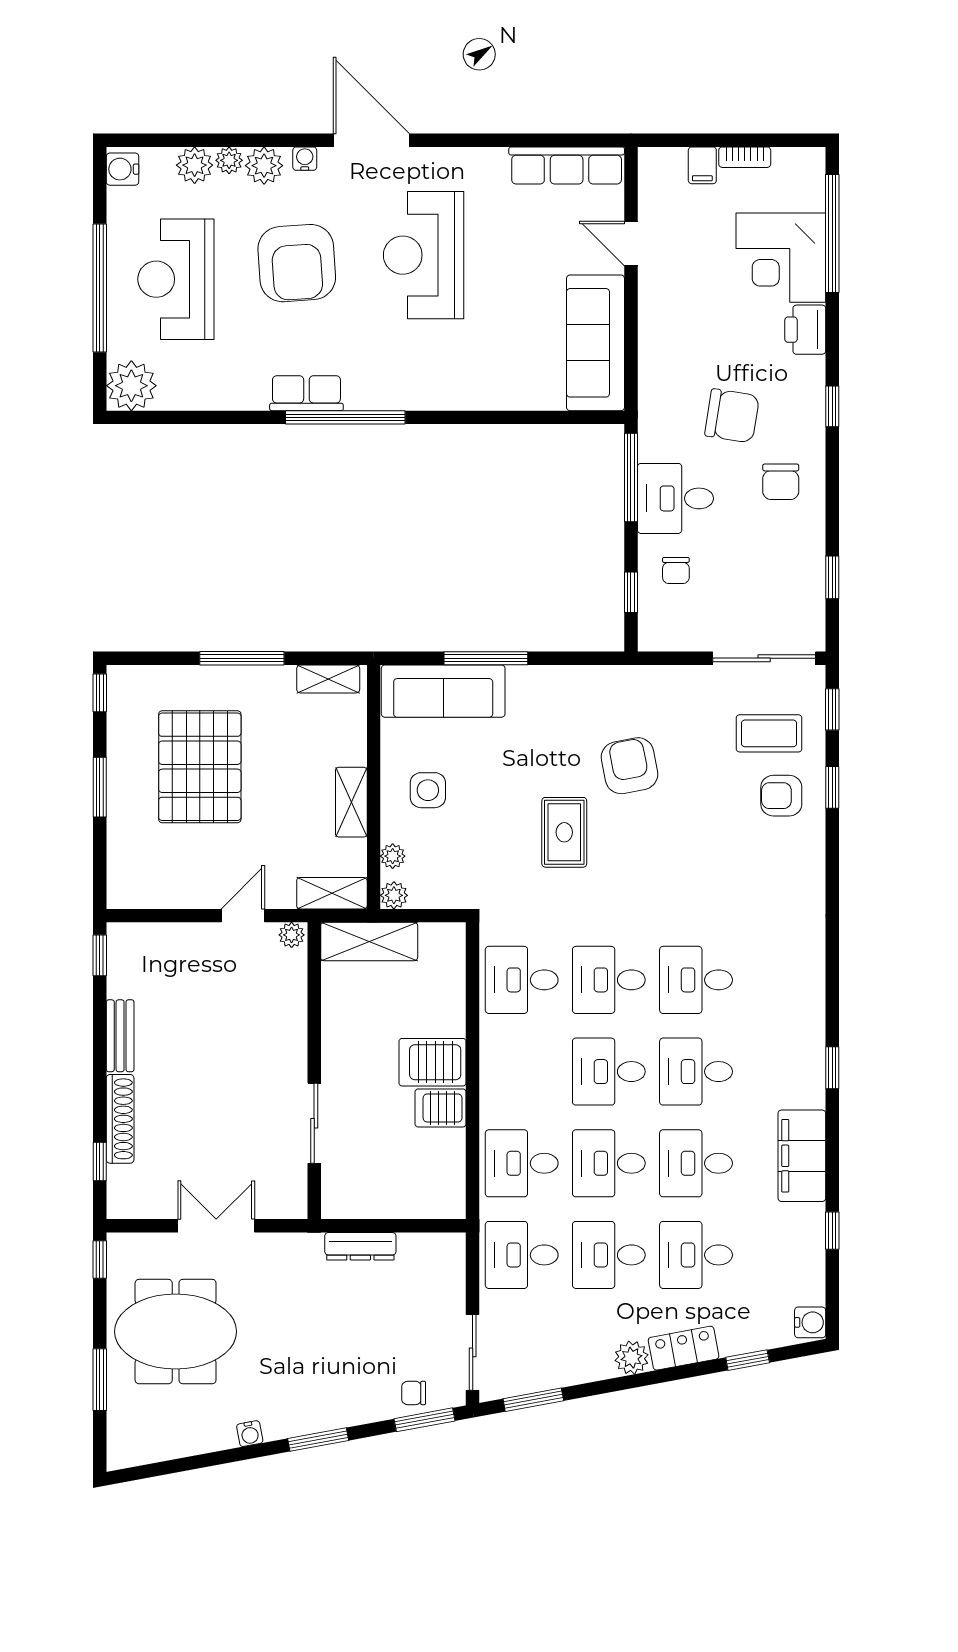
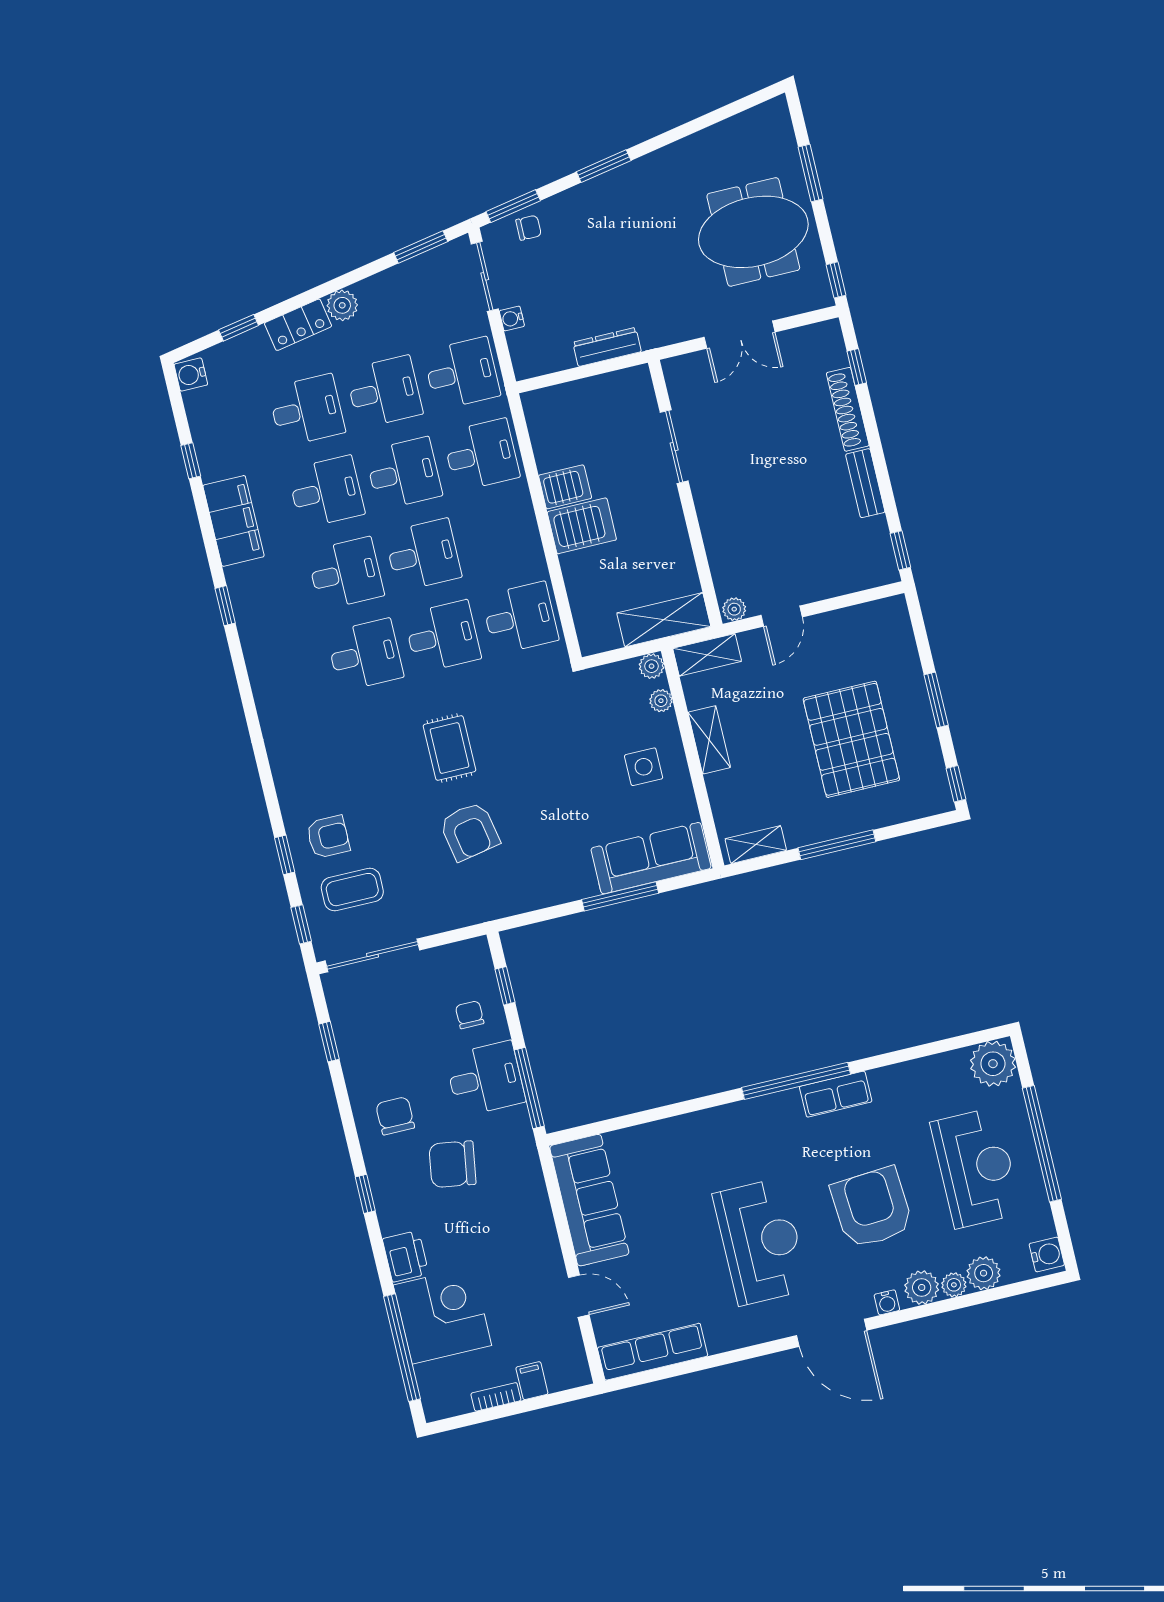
rug: (564, 832) -> (449, 748), moved
water cooler: (250, 1434) -> (512, 318), moved, turned -80

